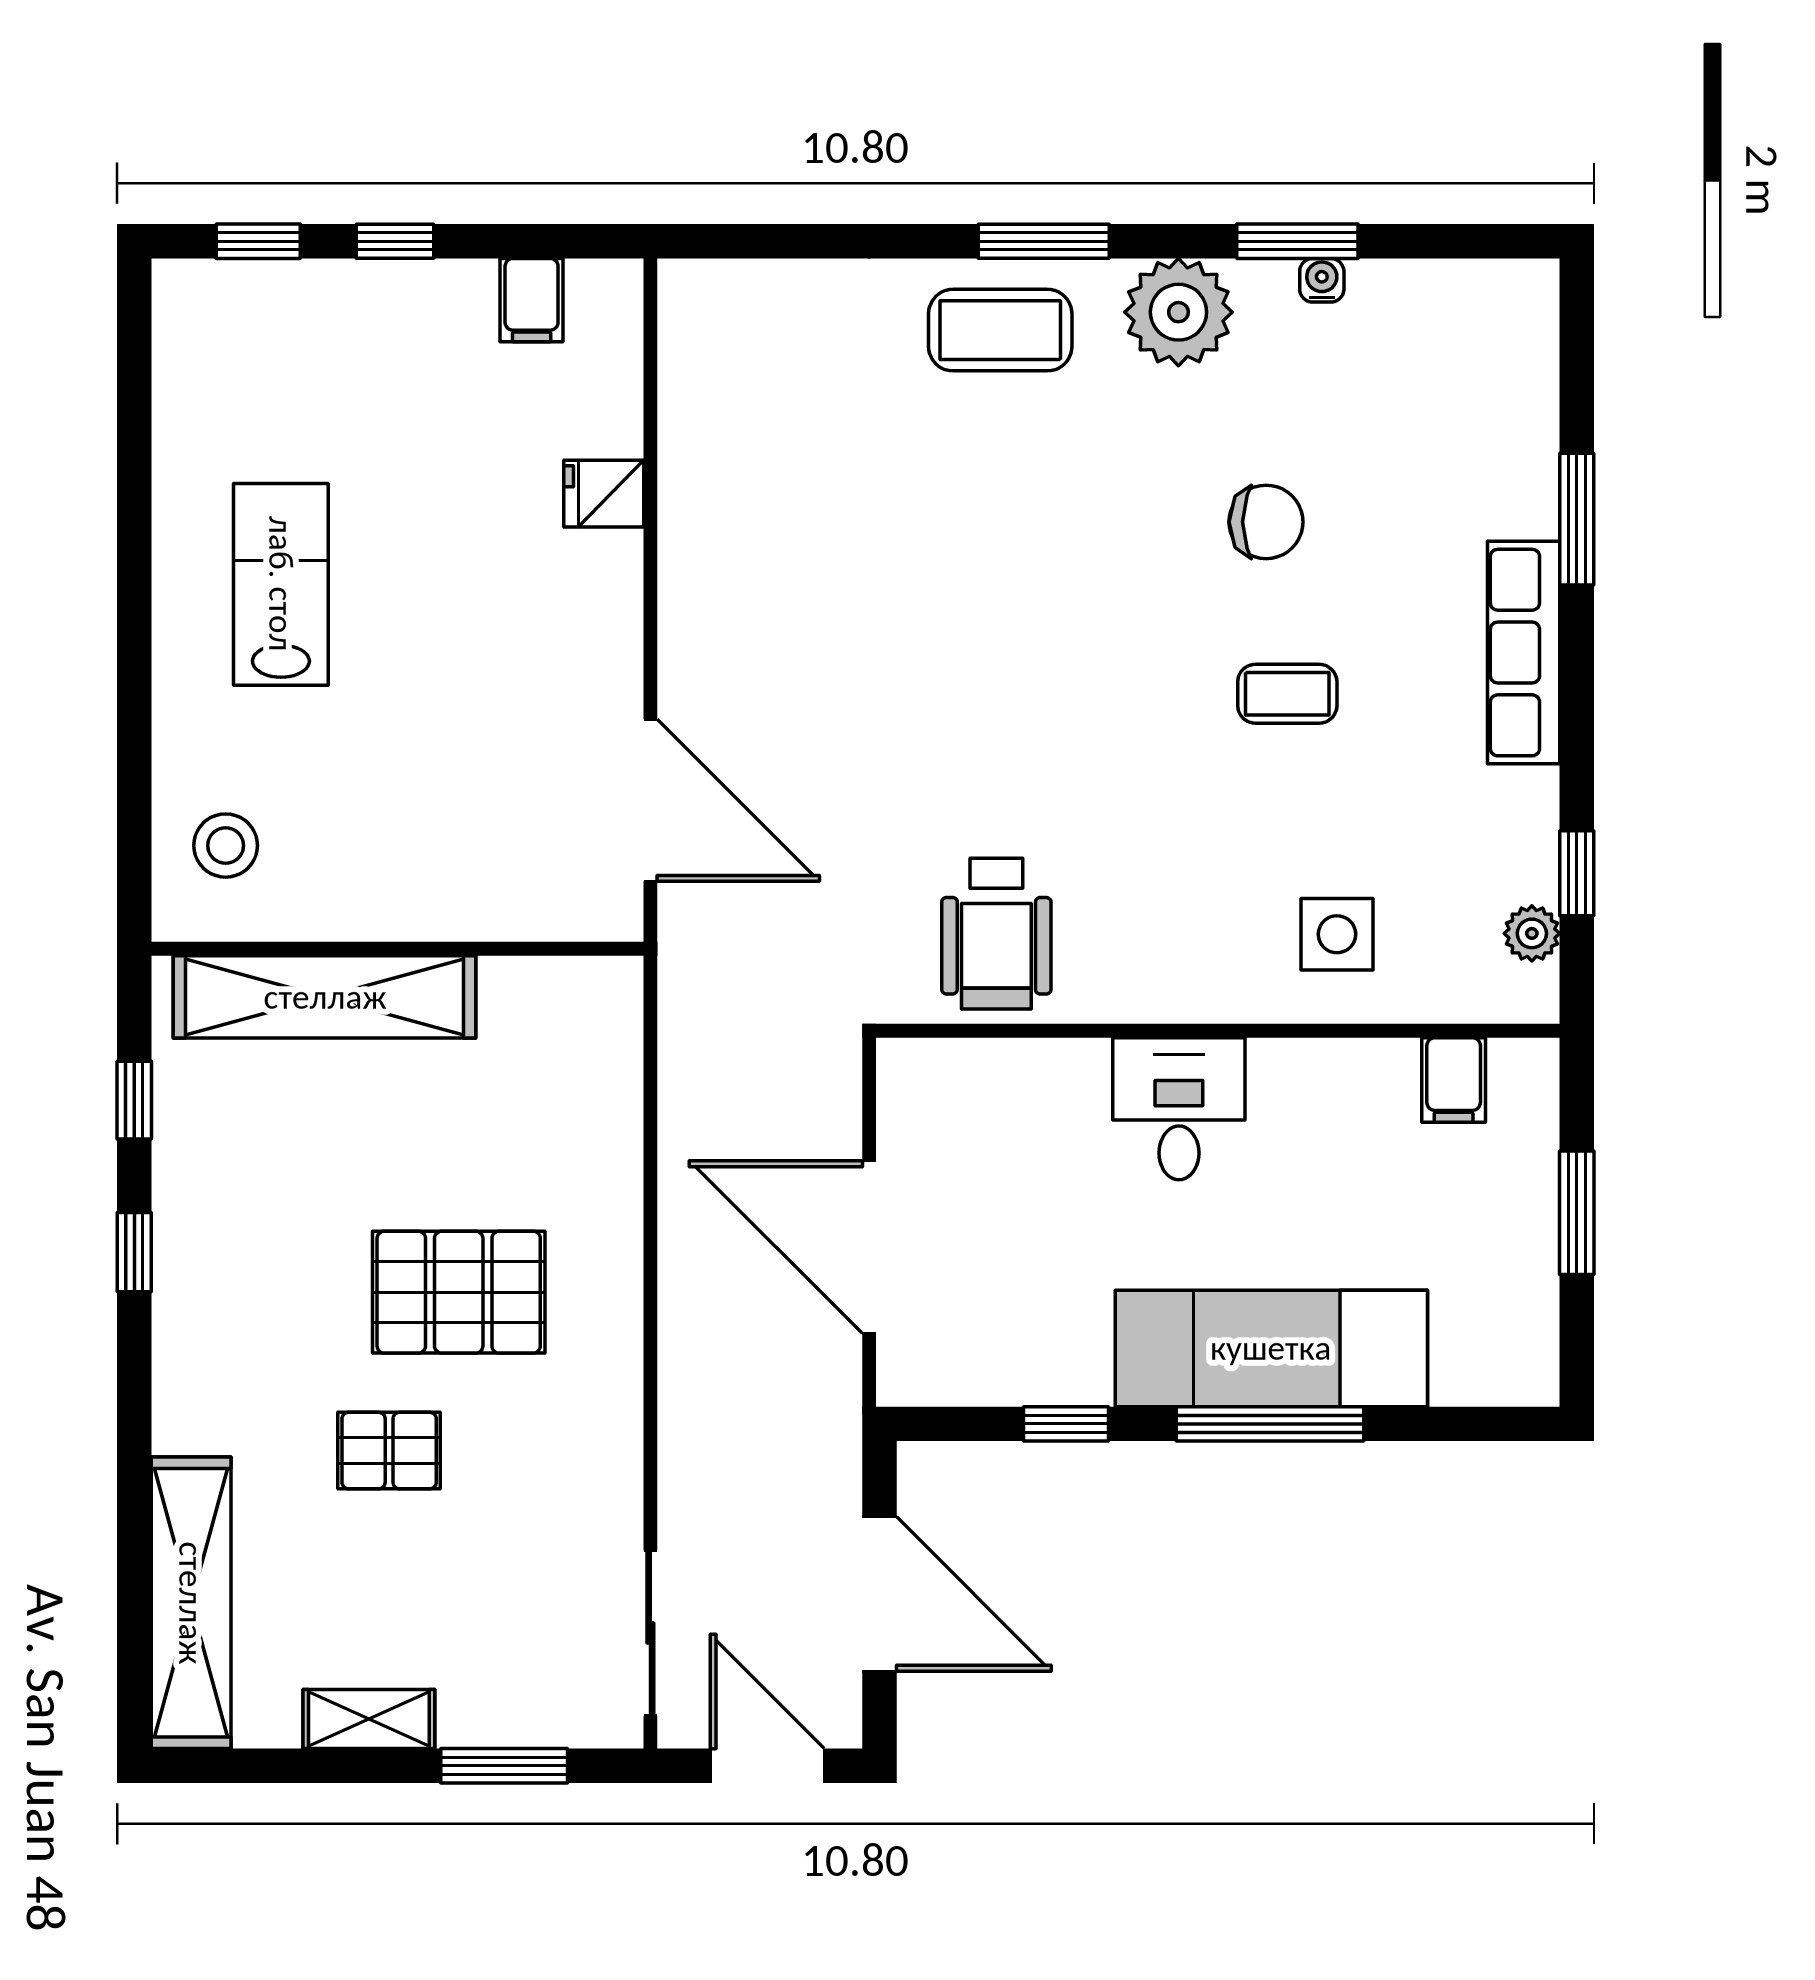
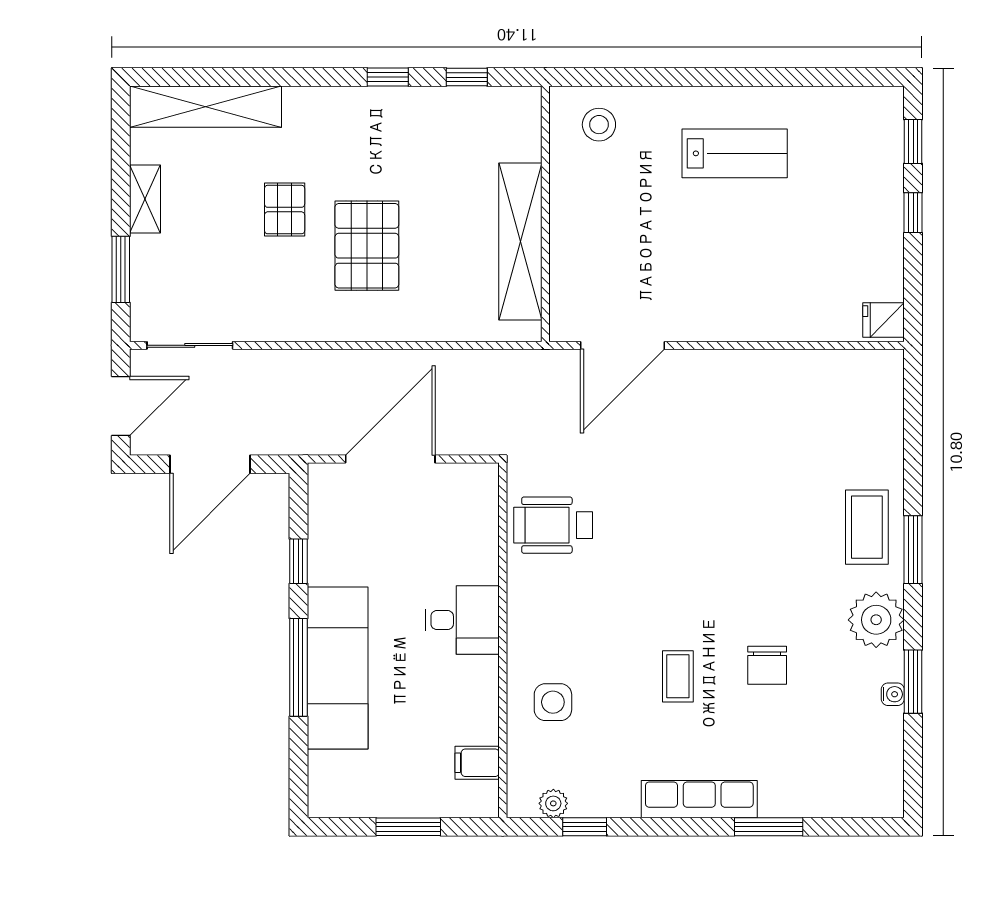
filing cabinet: (532, 300) -> (882, 284), removed
fridge: (604, 494) -> (883, 320), moved, turned -90
shelving: (325, 997) -> (520, 242), moved

